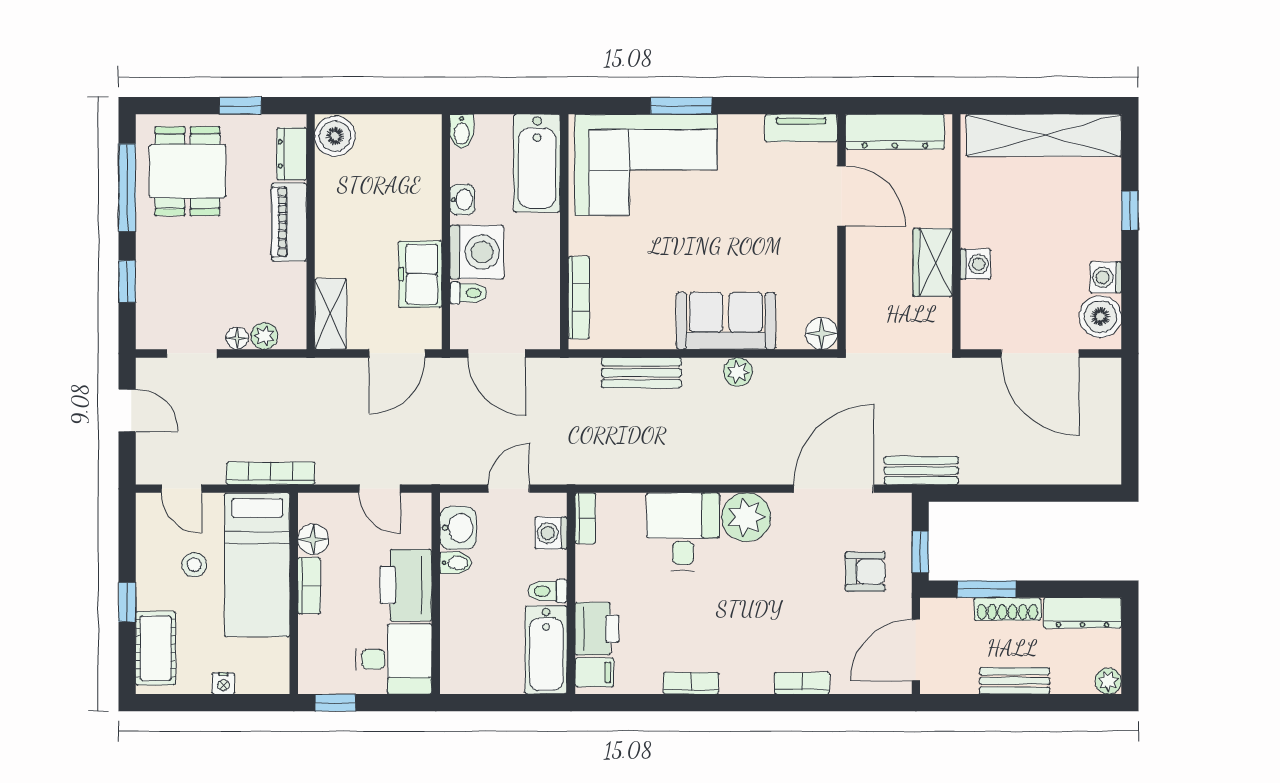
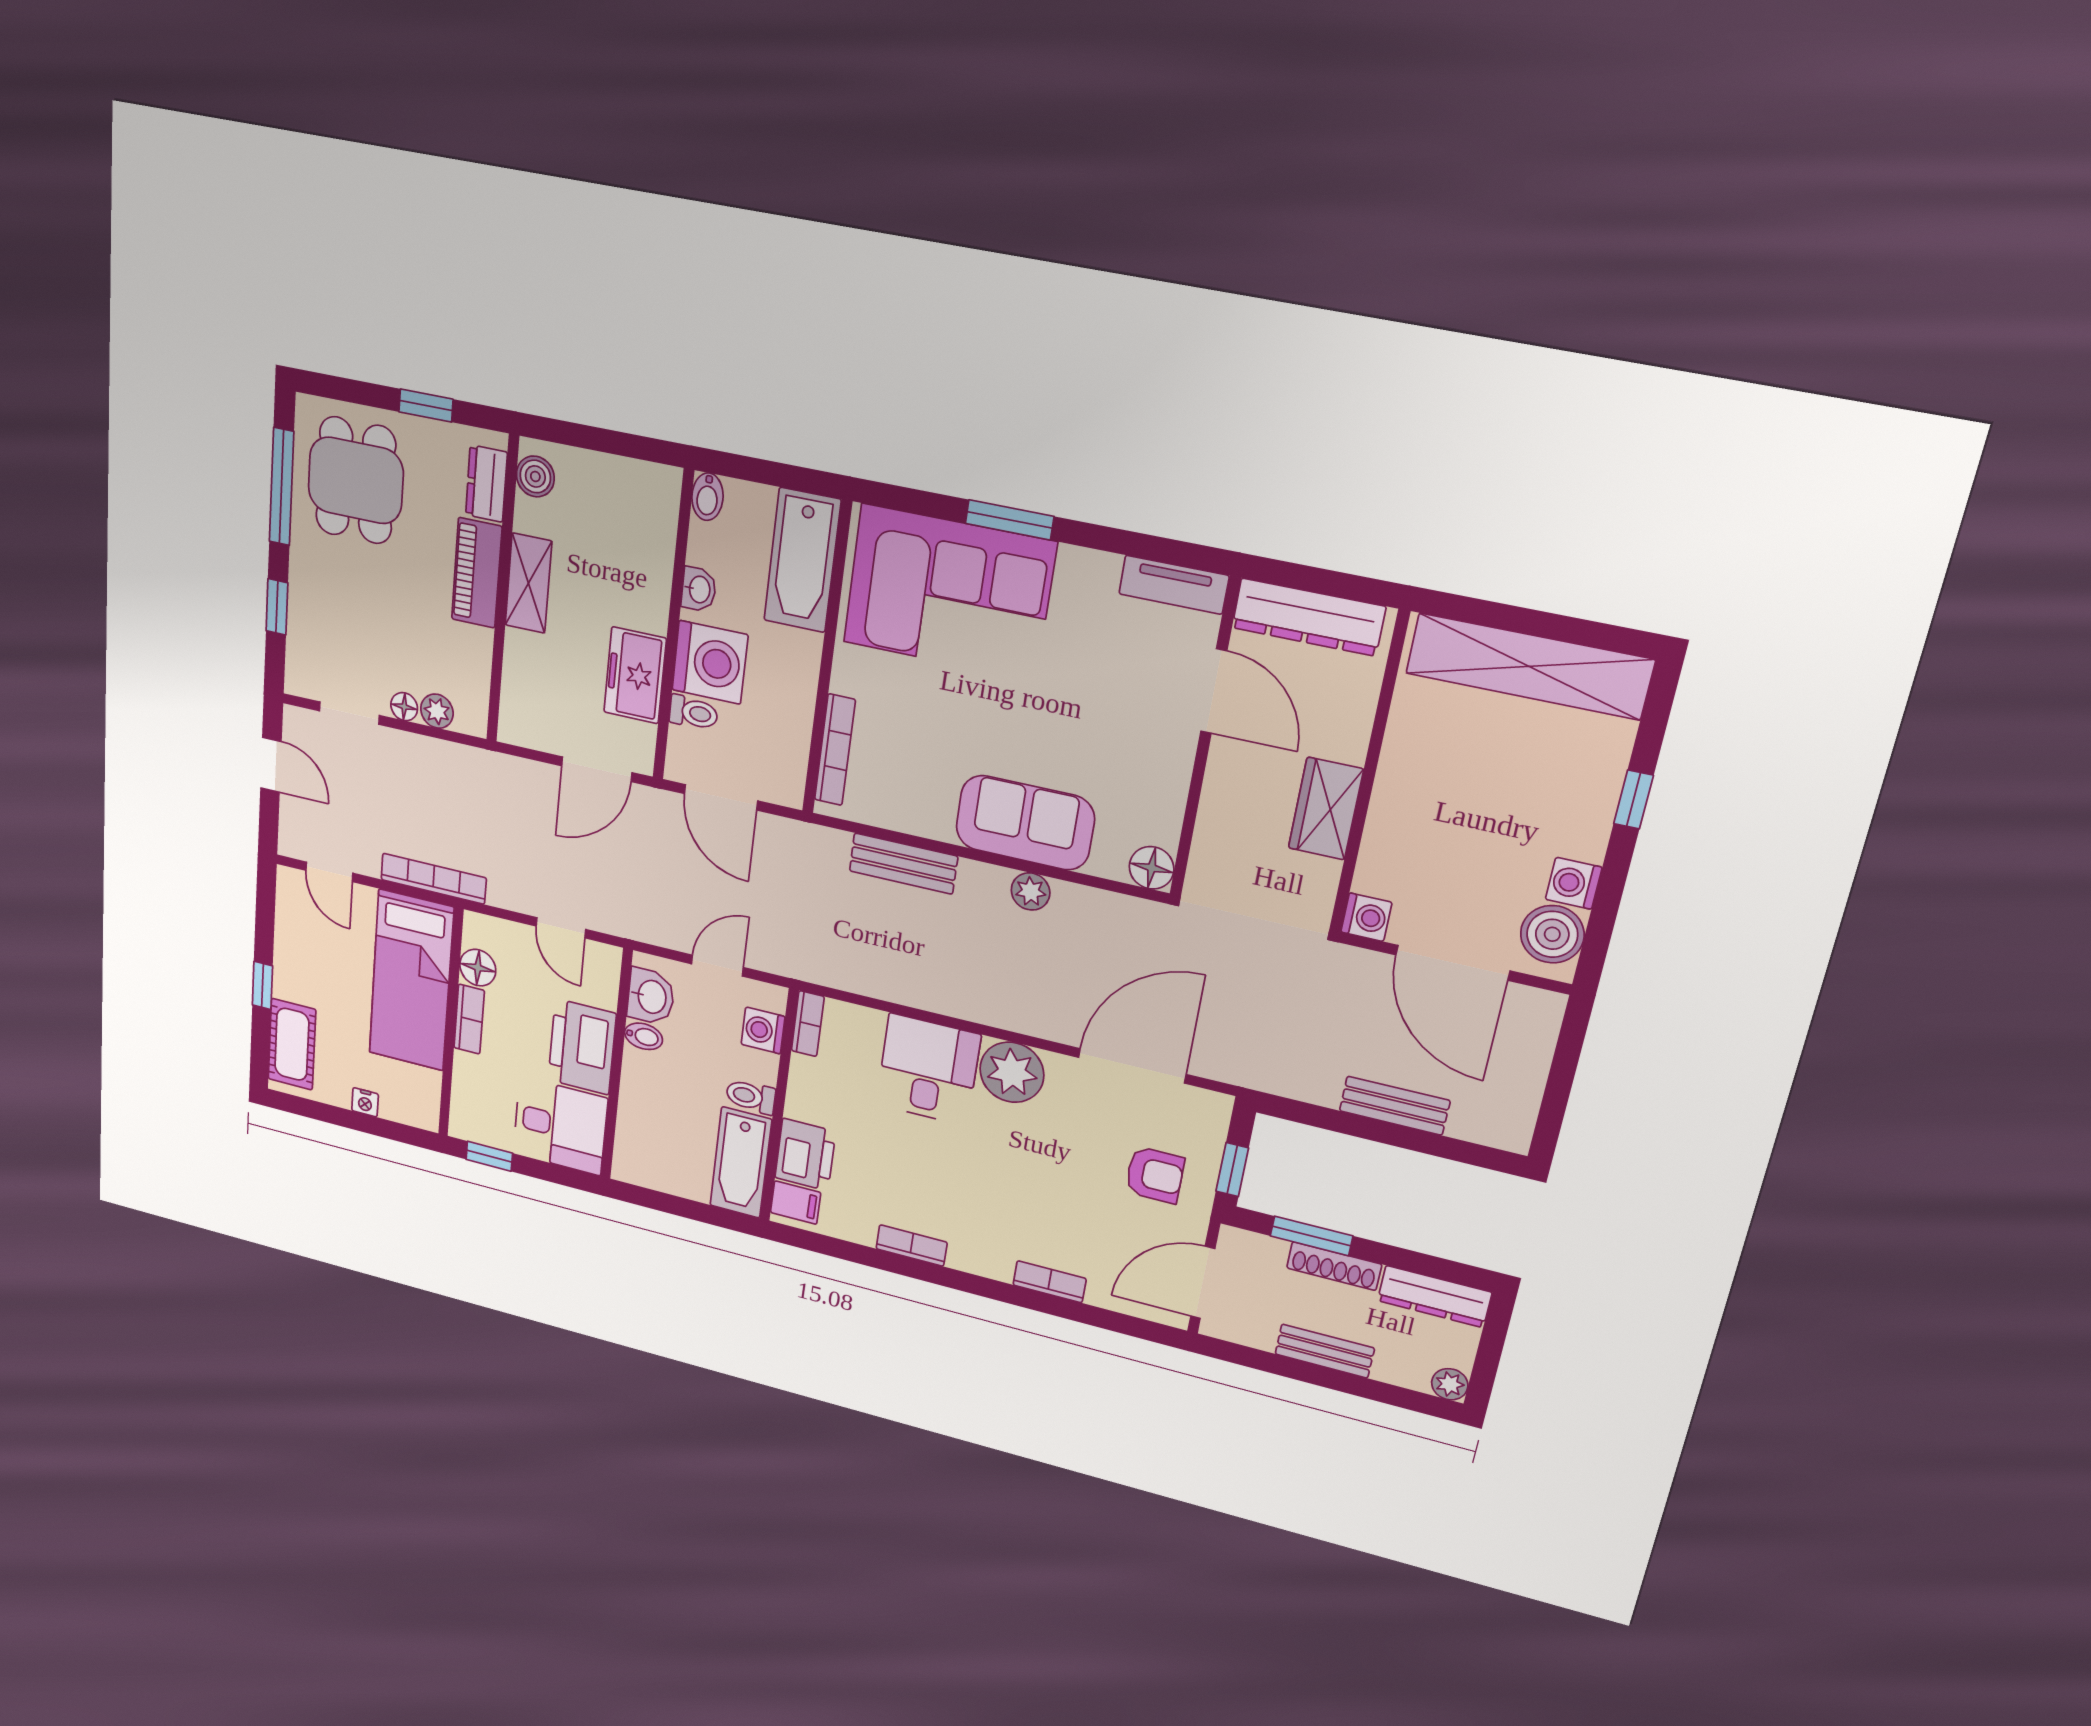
boiler: (335, 136) -> (535, 476), width x0.73, depth x0.73
washing machine: (976, 264) -> (1366, 917), moved
shelving: (331, 314) -> (528, 583), moved
bench: (921, 470) -> (1395, 1106), moved
stool: (194, 565) -> (339, 963), removed

